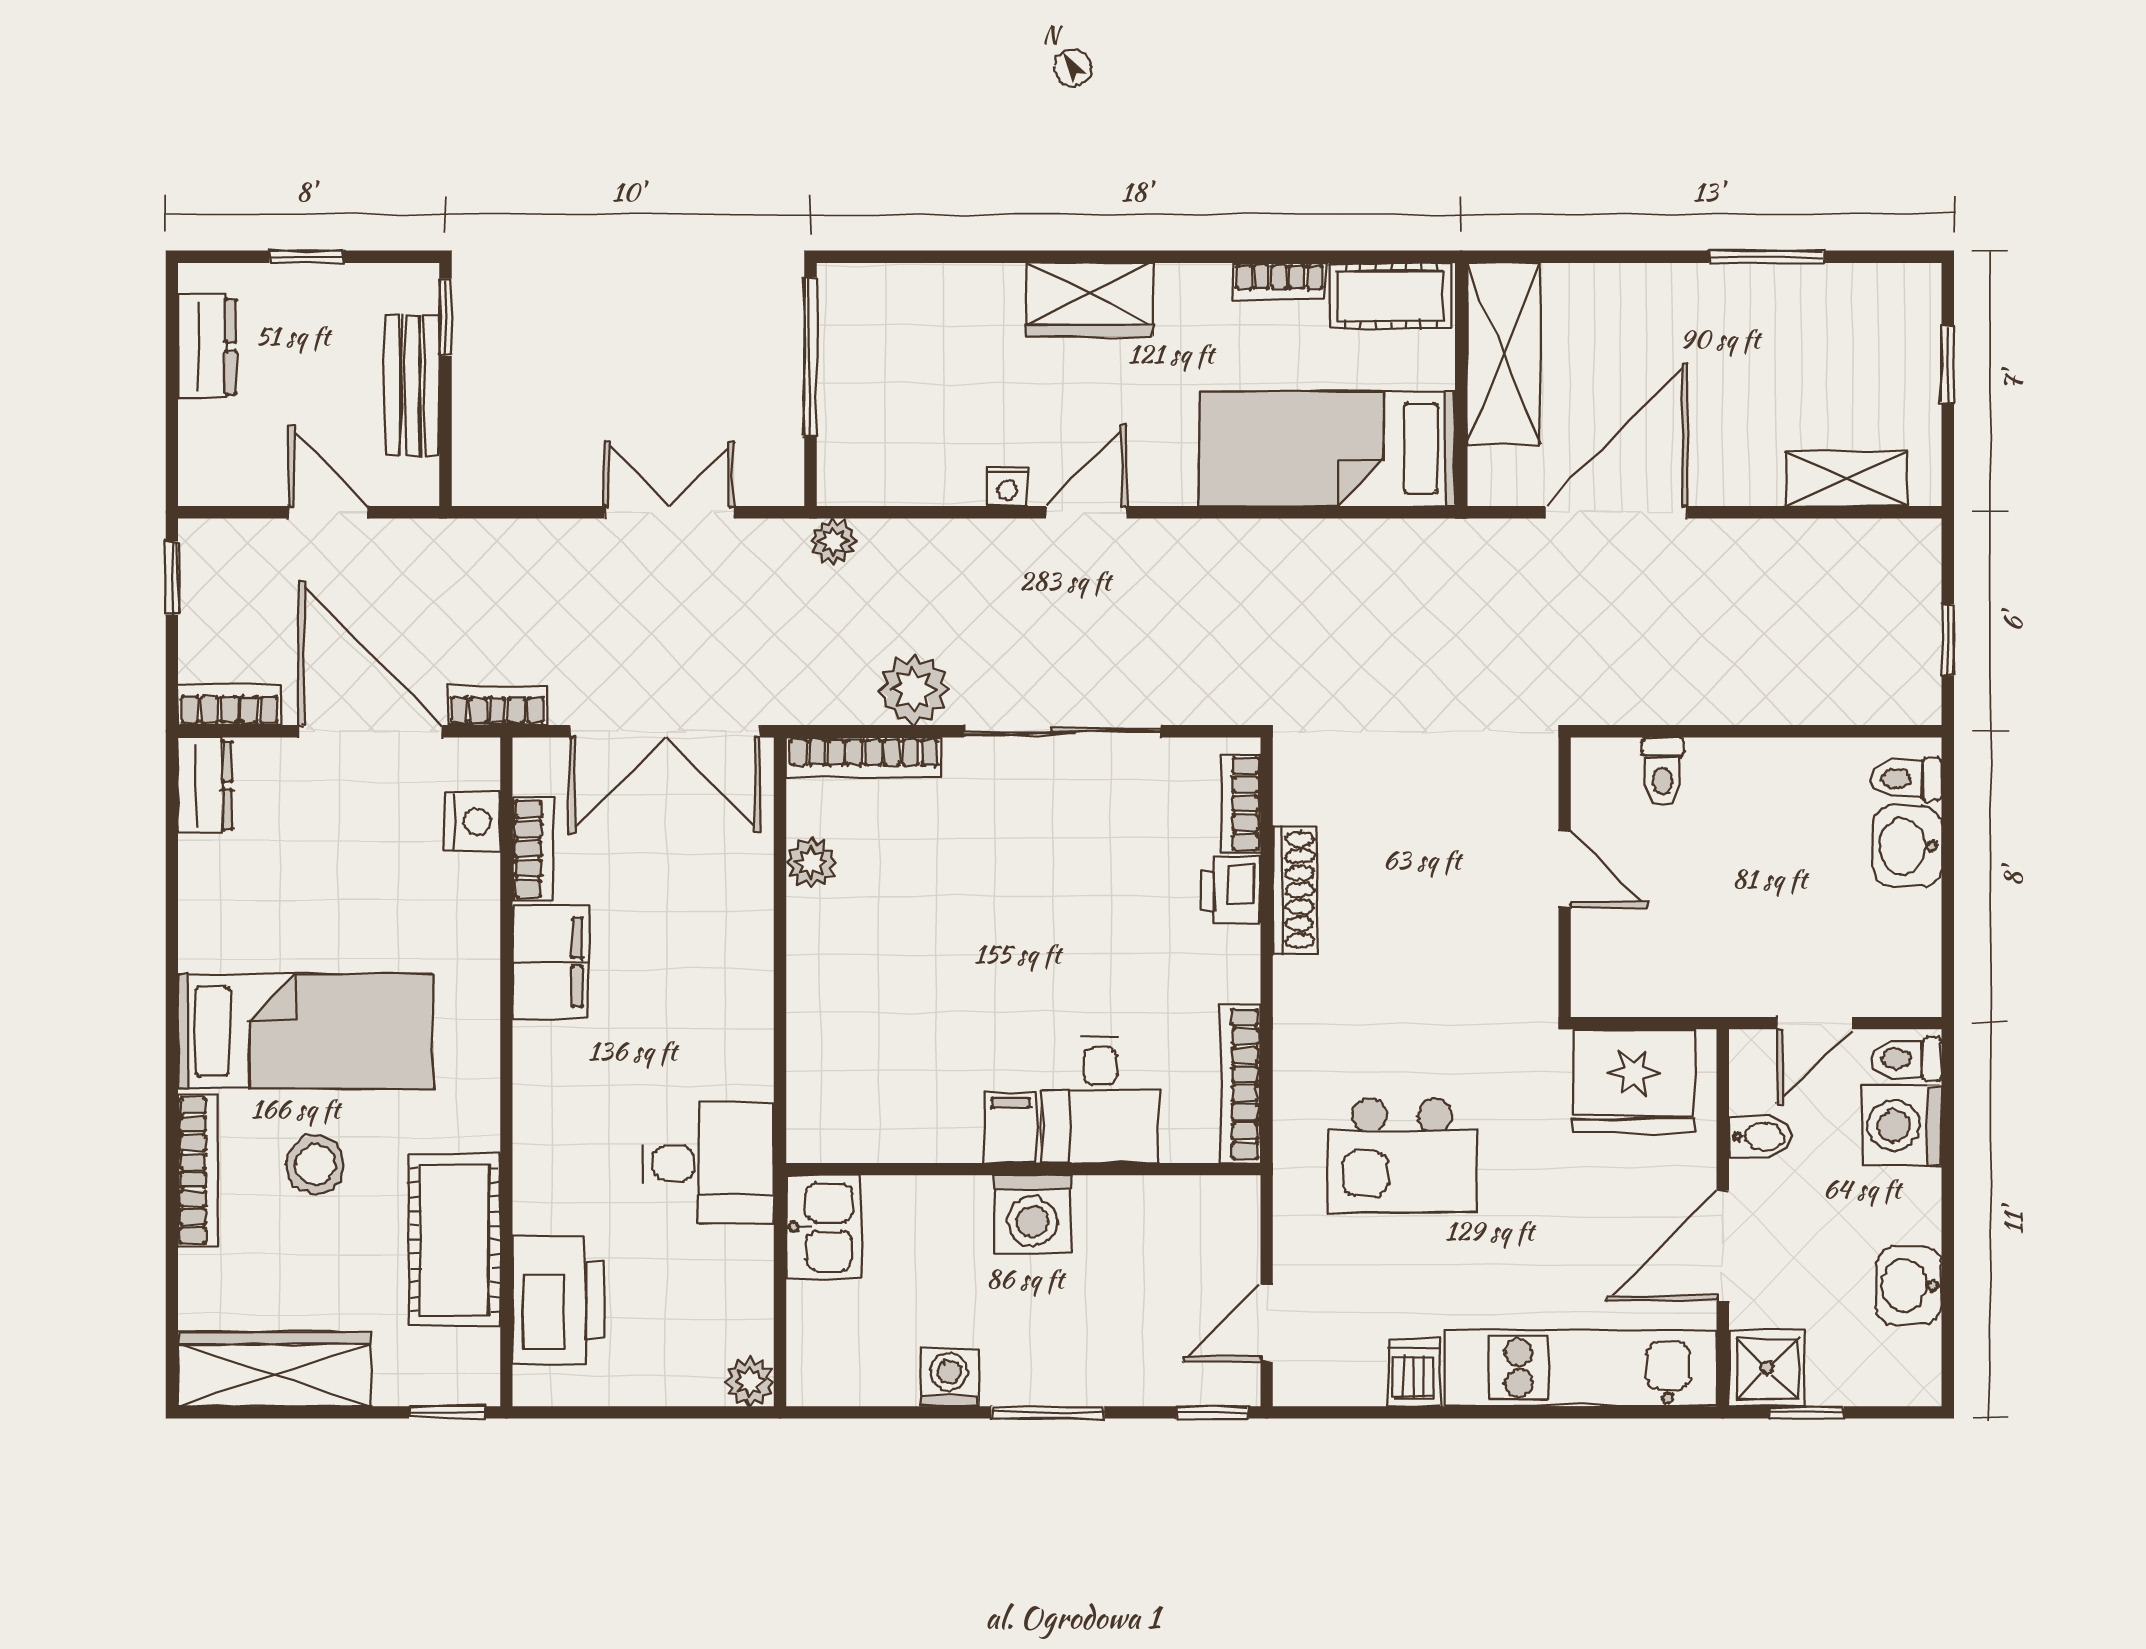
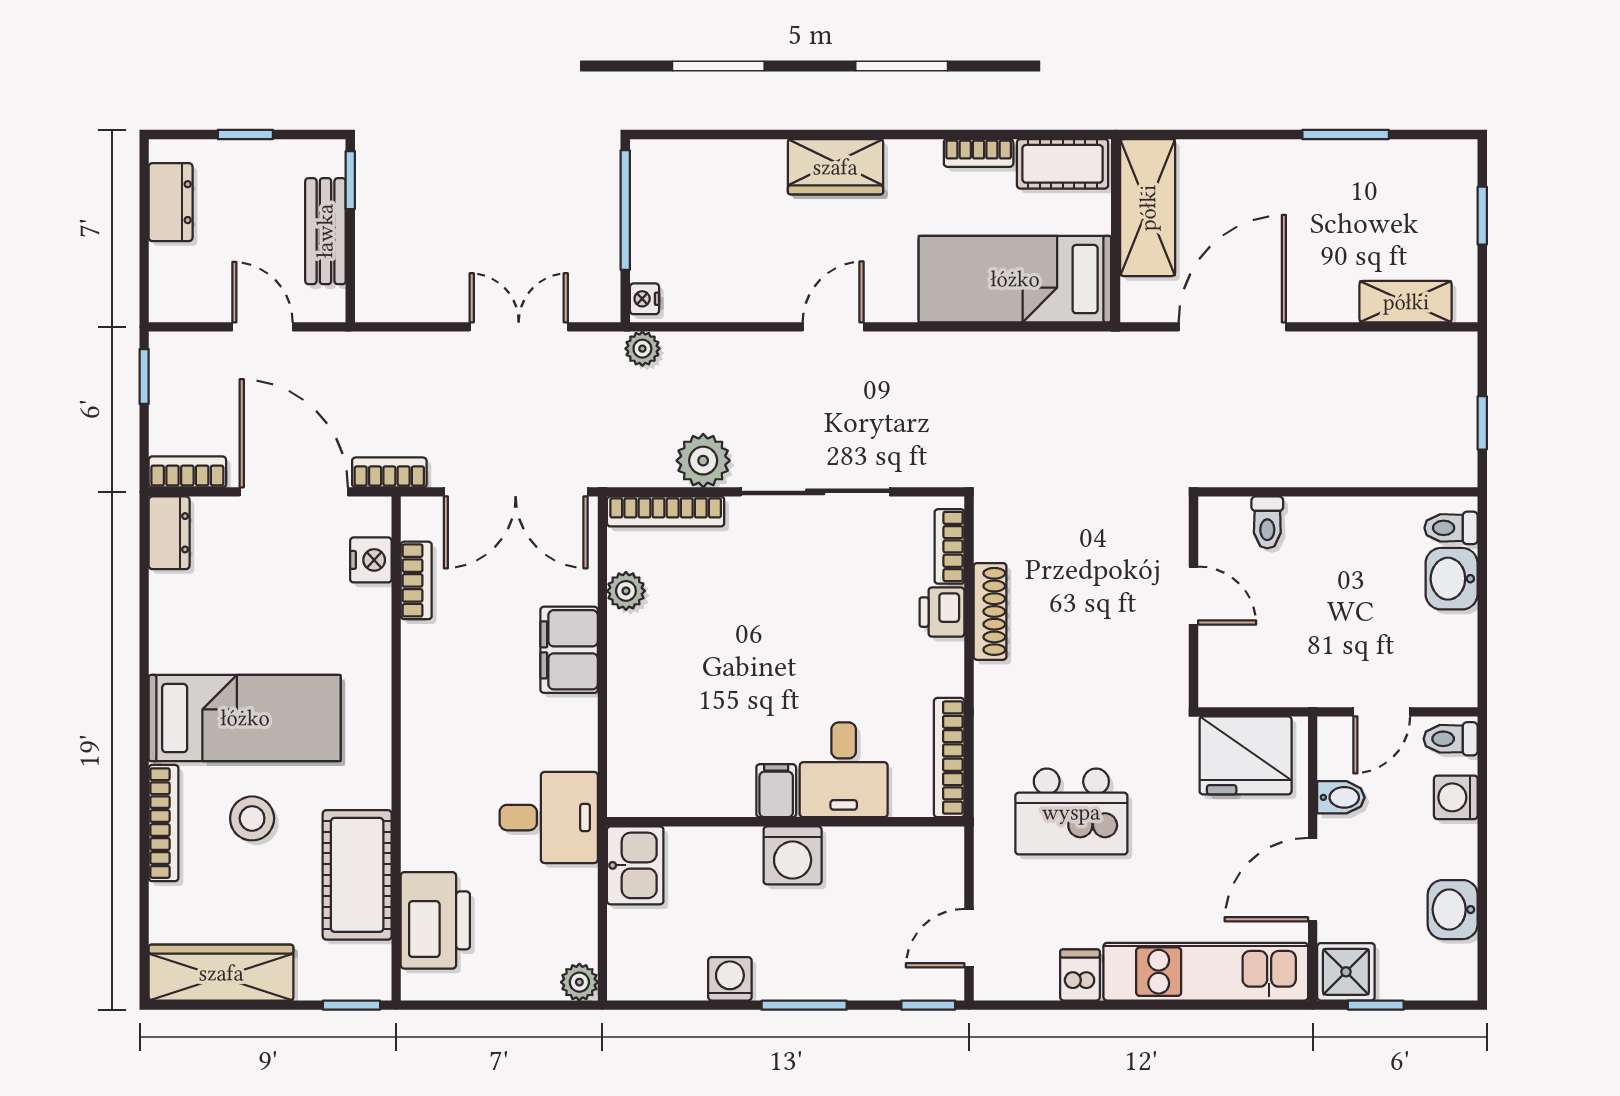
nightstand: (1008, 487) -> (644, 299), moved, turned 90
filing cabinet: (551, 962) -> (569, 650), moved, turned 180
washing machine: (1902, 1126) -> (1456, 797), width x0.73, depth x0.73

